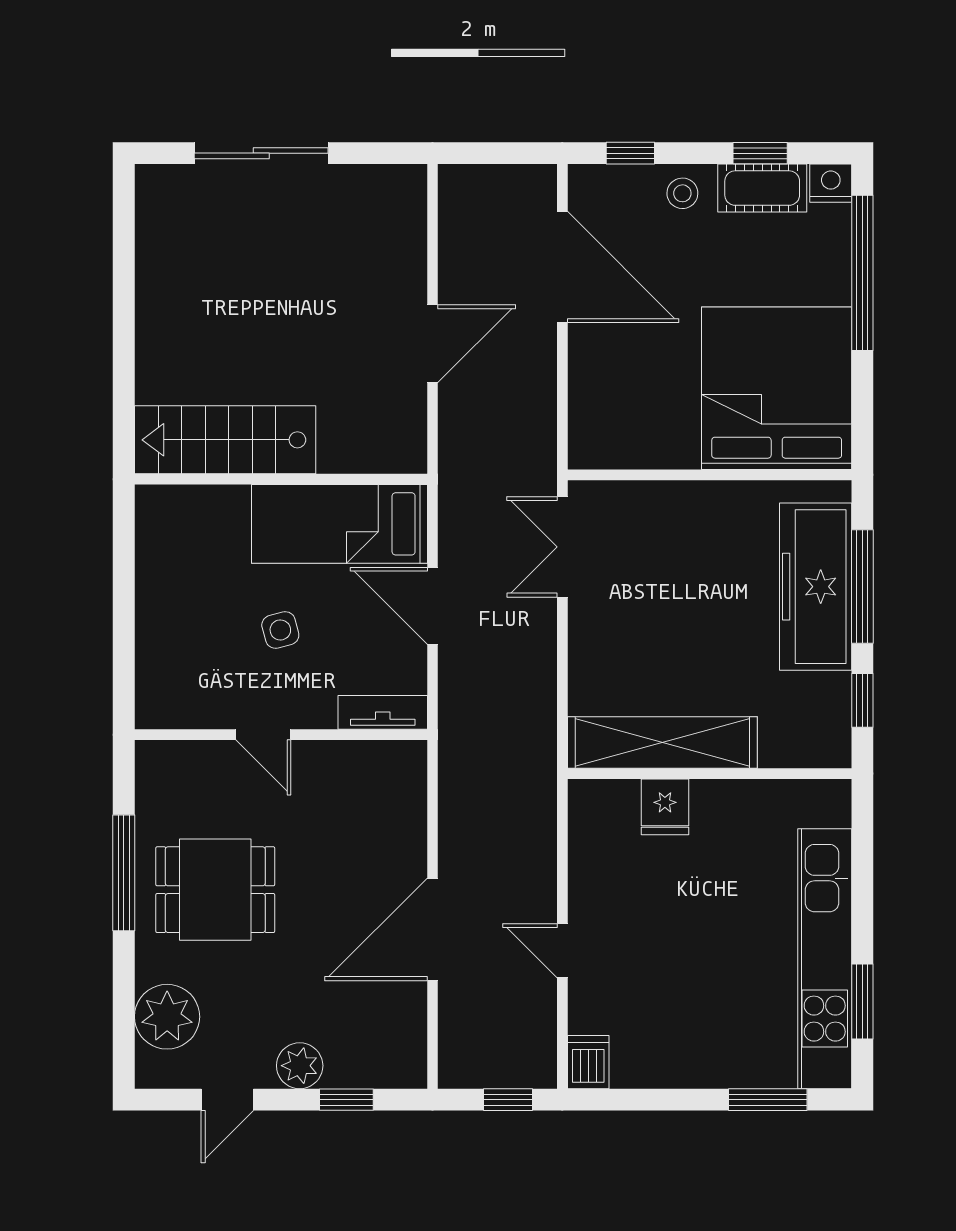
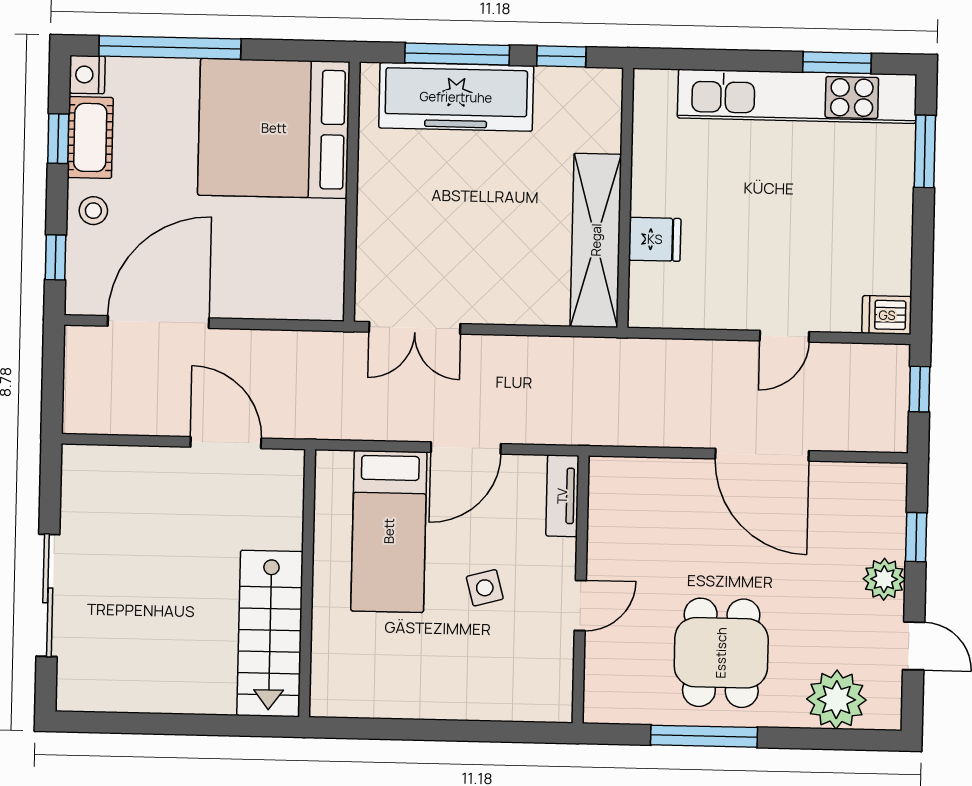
stairs: (225, 440) -> (270, 634), moved
wall: (281, 479) -> (307, 583), moved

